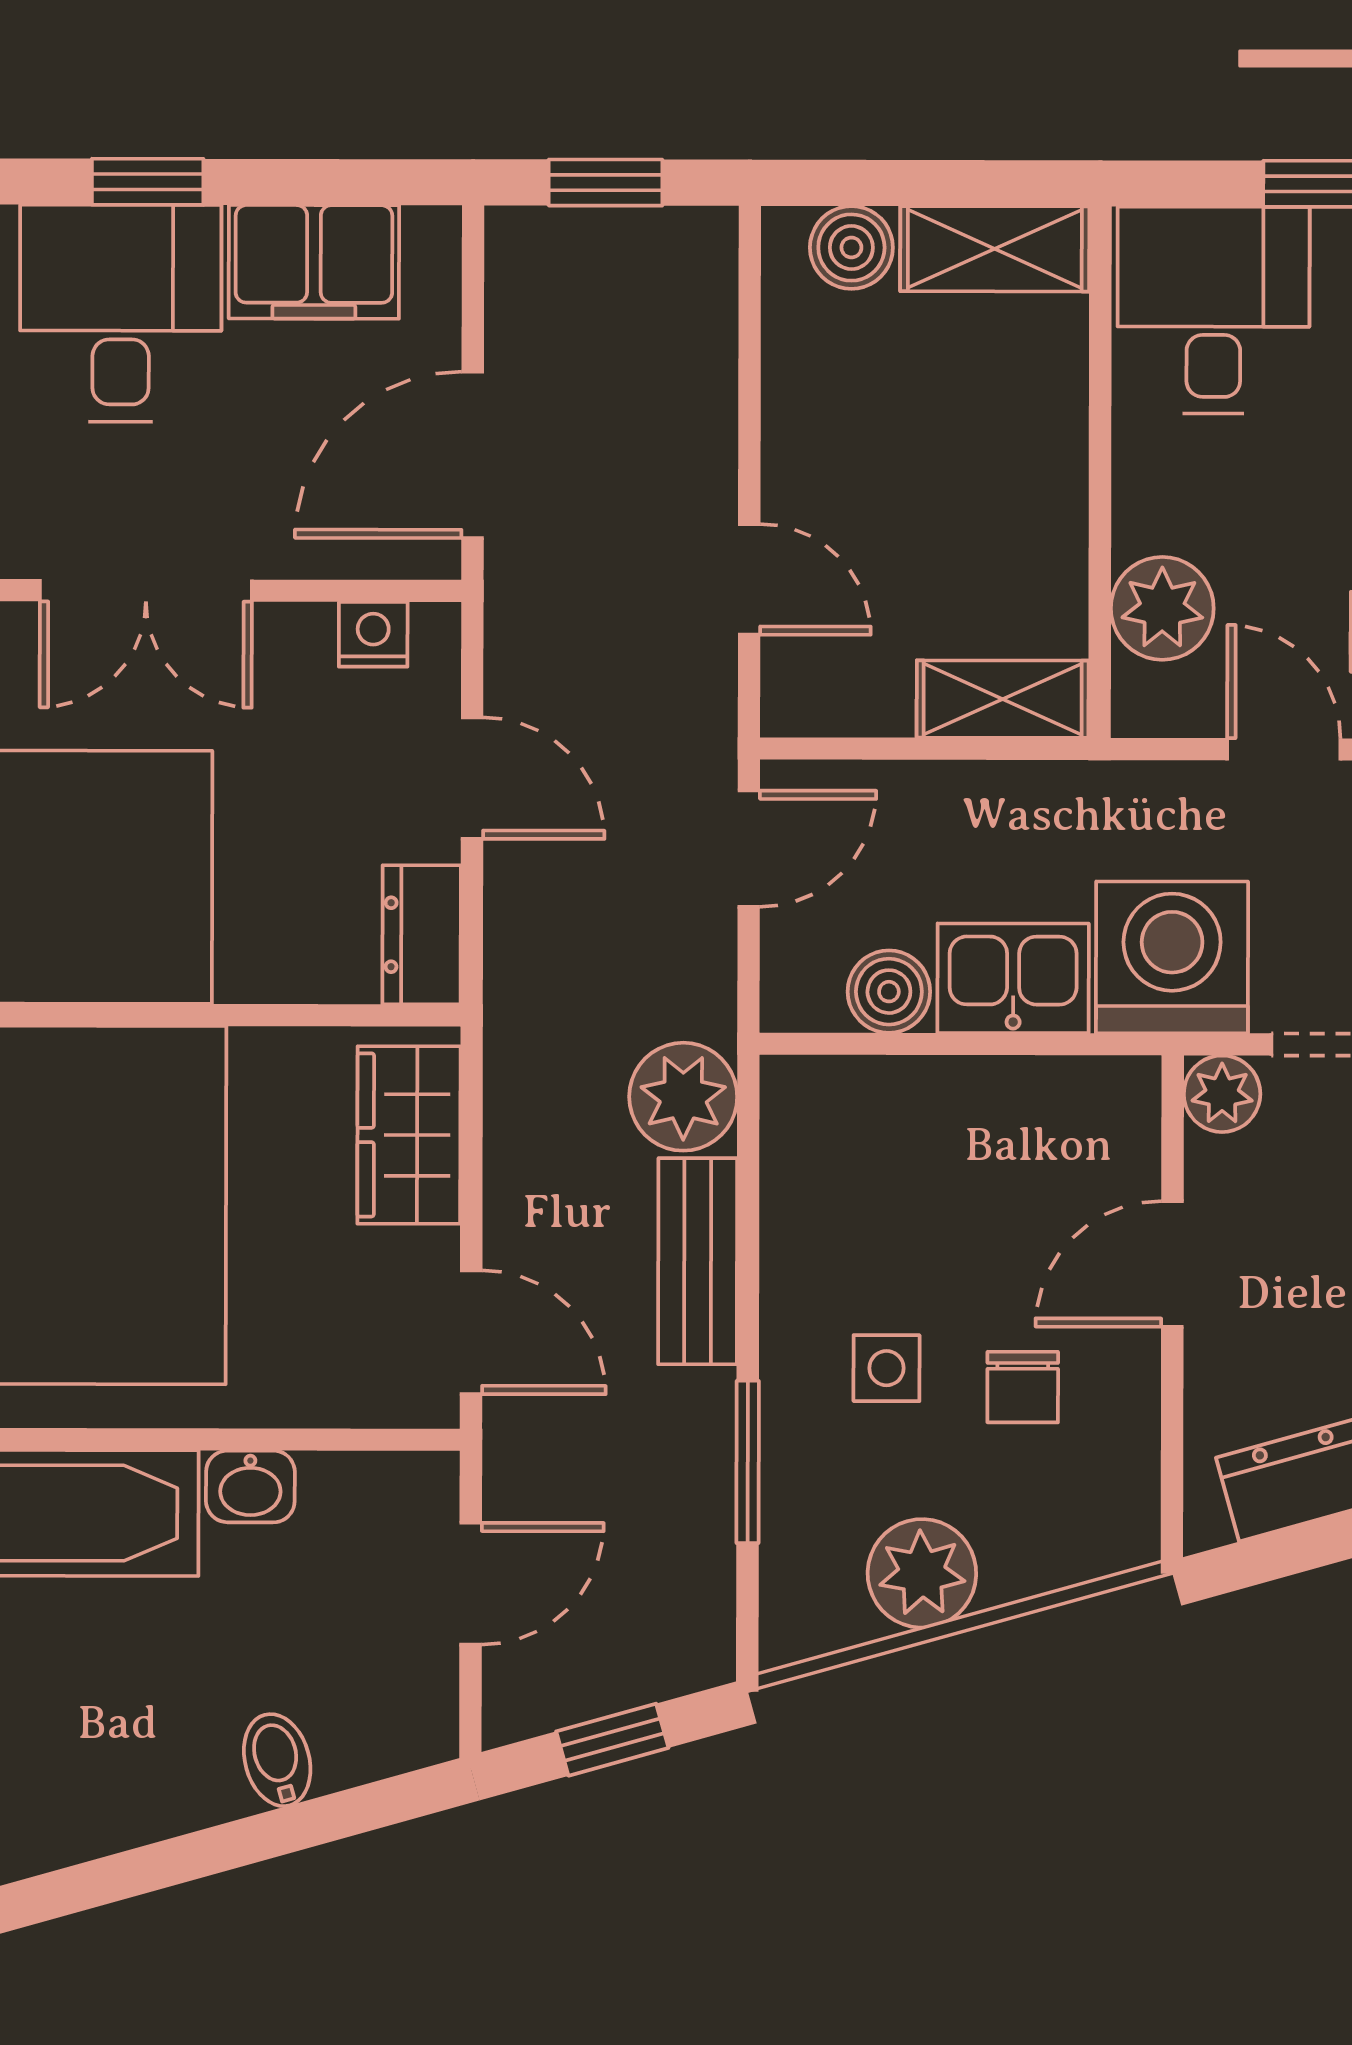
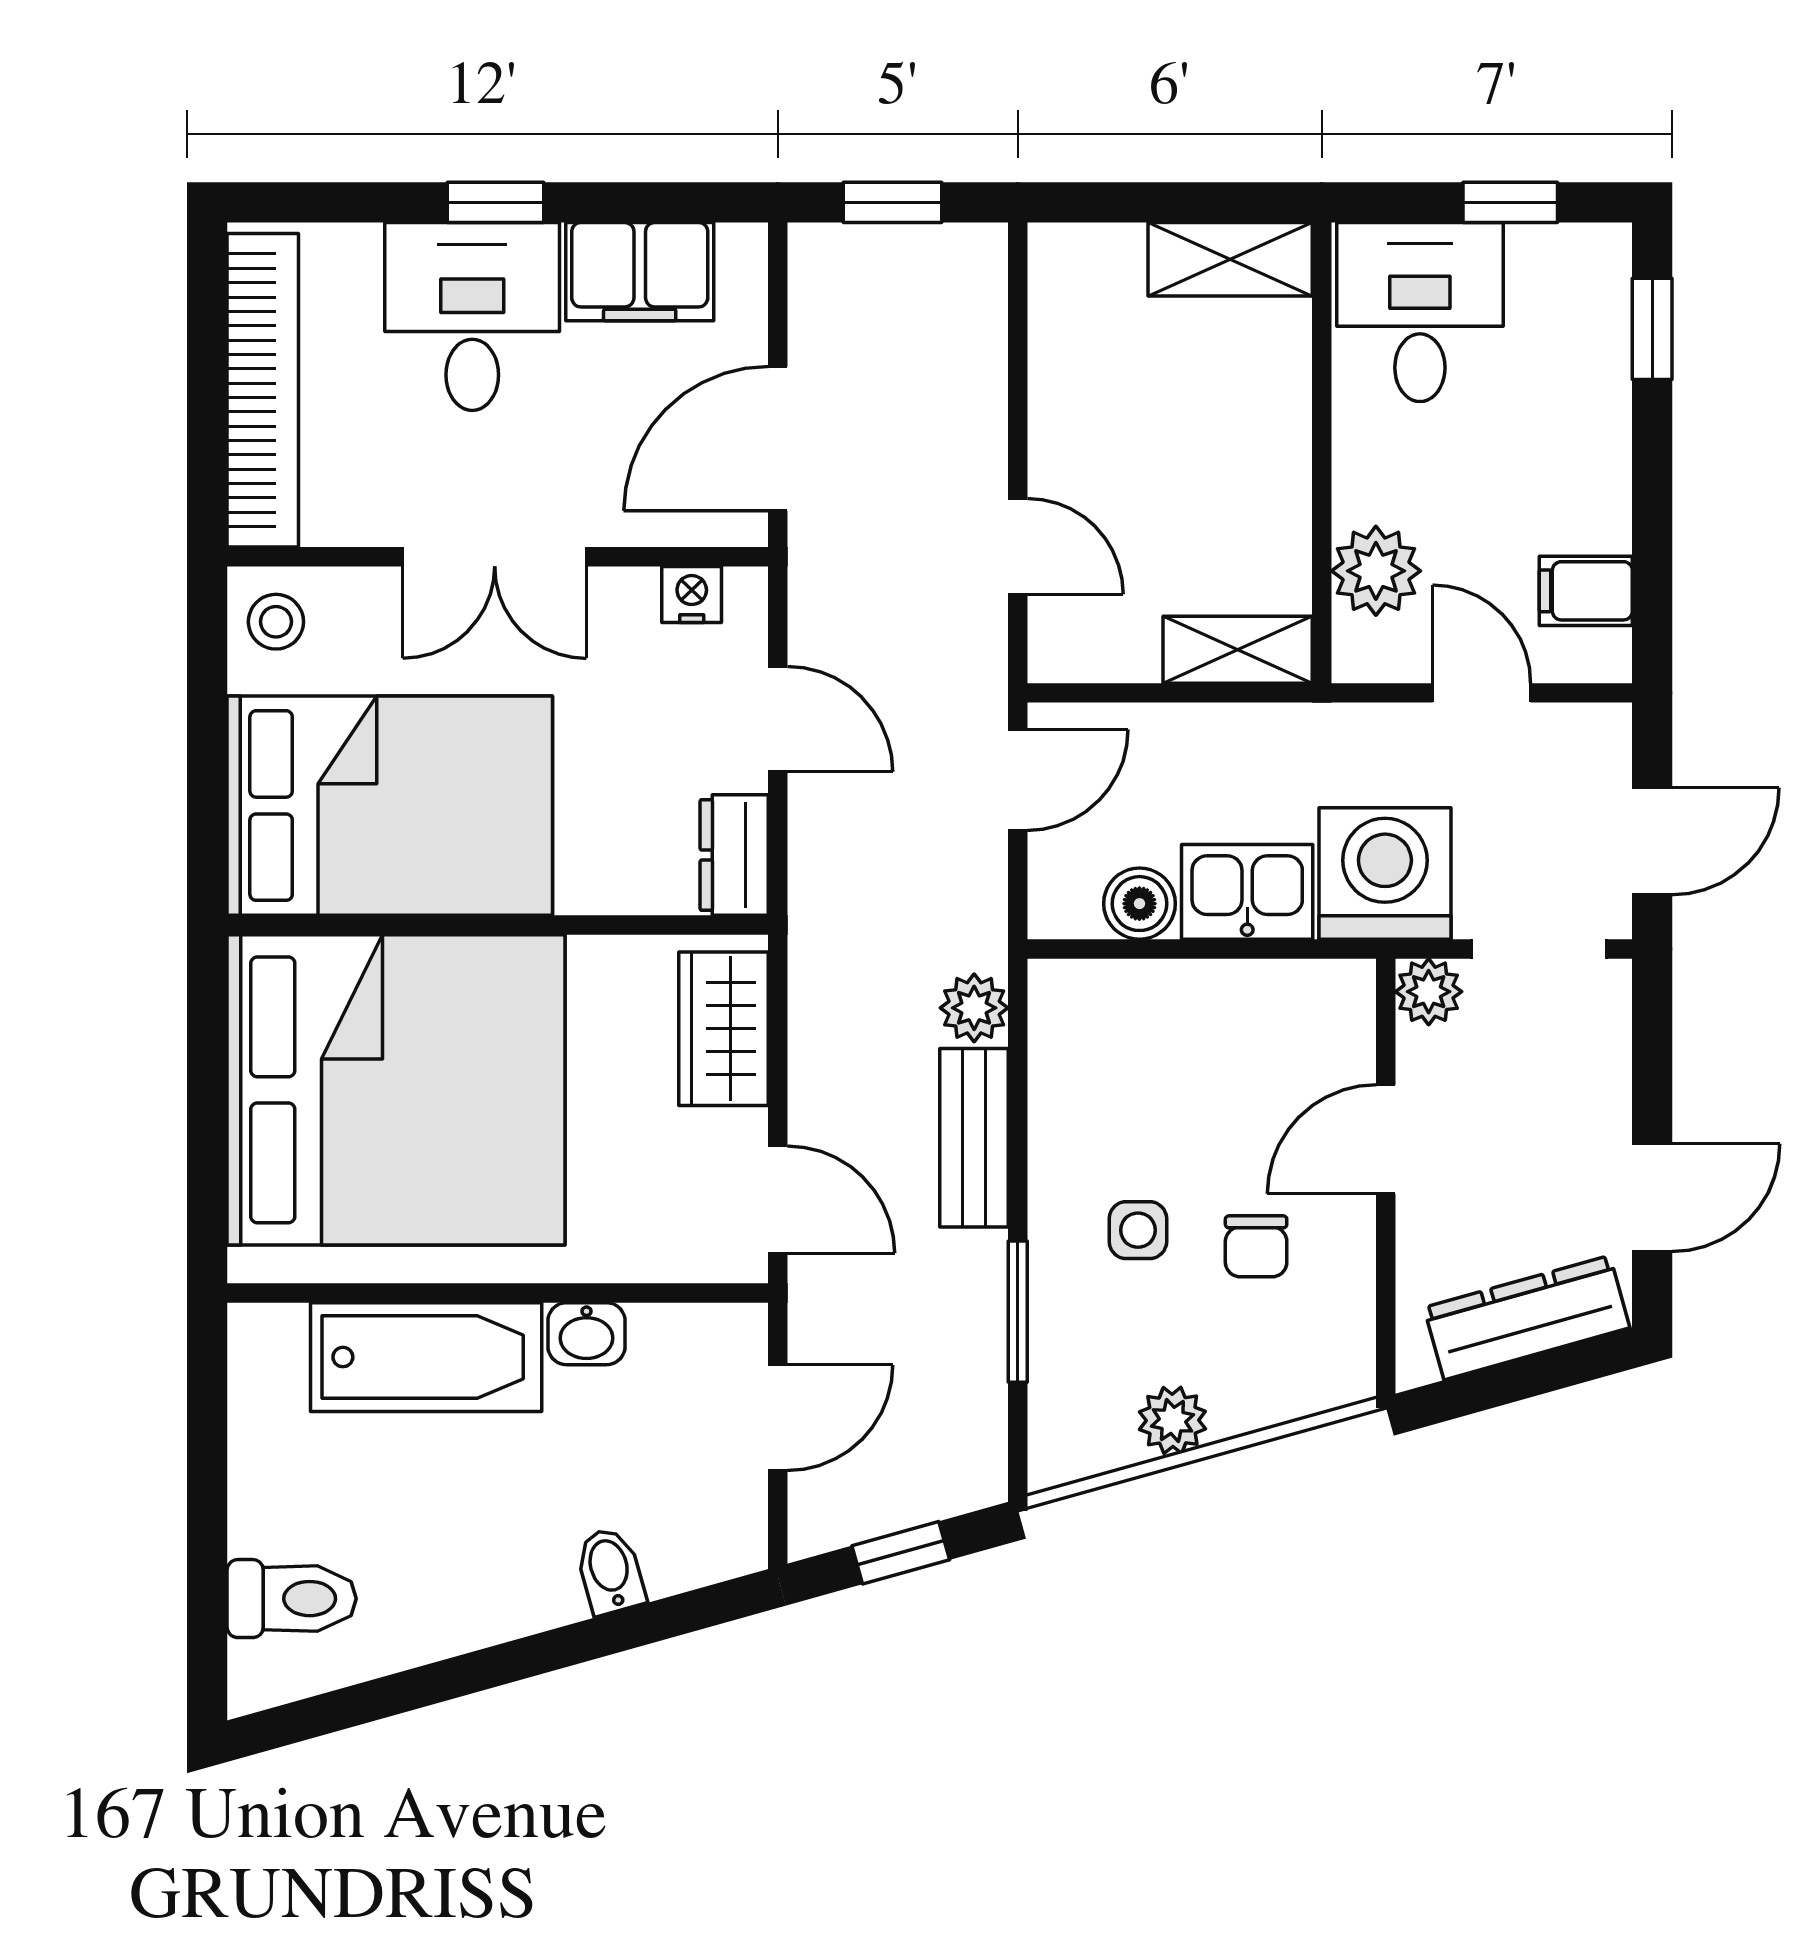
boiler: (851, 248) -> (1106, 258), removed
plant: (683, 1097) -> (974, 1008), width x0.73, depth x0.73
plant: (922, 1573) -> (1172, 1420), width x0.73, depth x0.73

